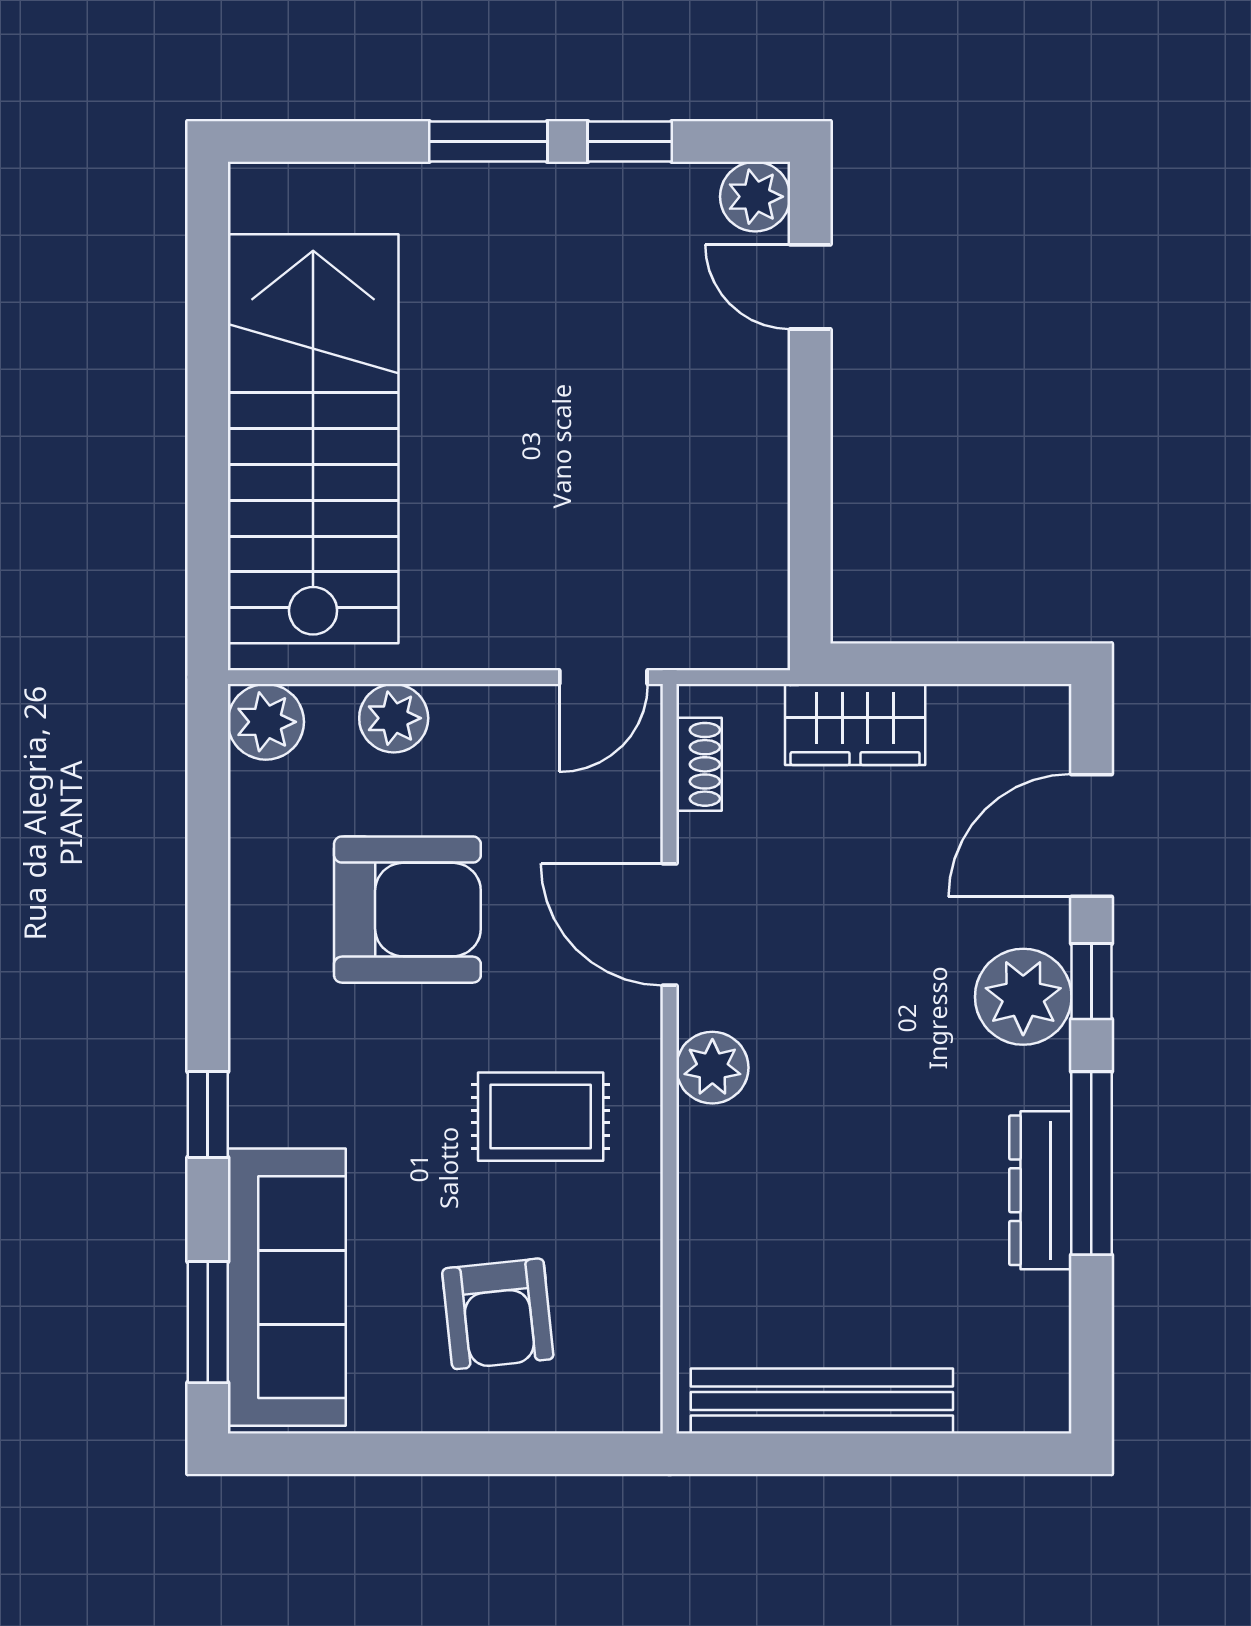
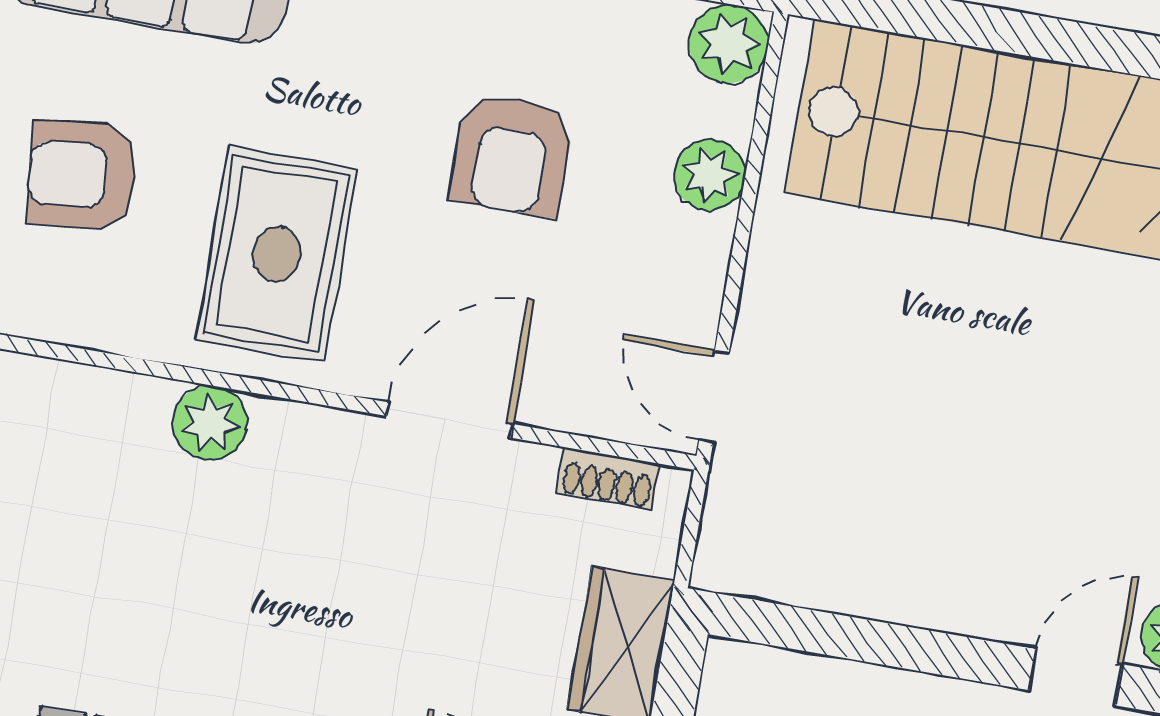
armchair: (407, 910) -> (512, 155), width x0.73, depth x0.73
plant: (712, 1068) -> (210, 423), moved
rug: (541, 1117) -> (276, 254), width x1.36, depth x1.43

